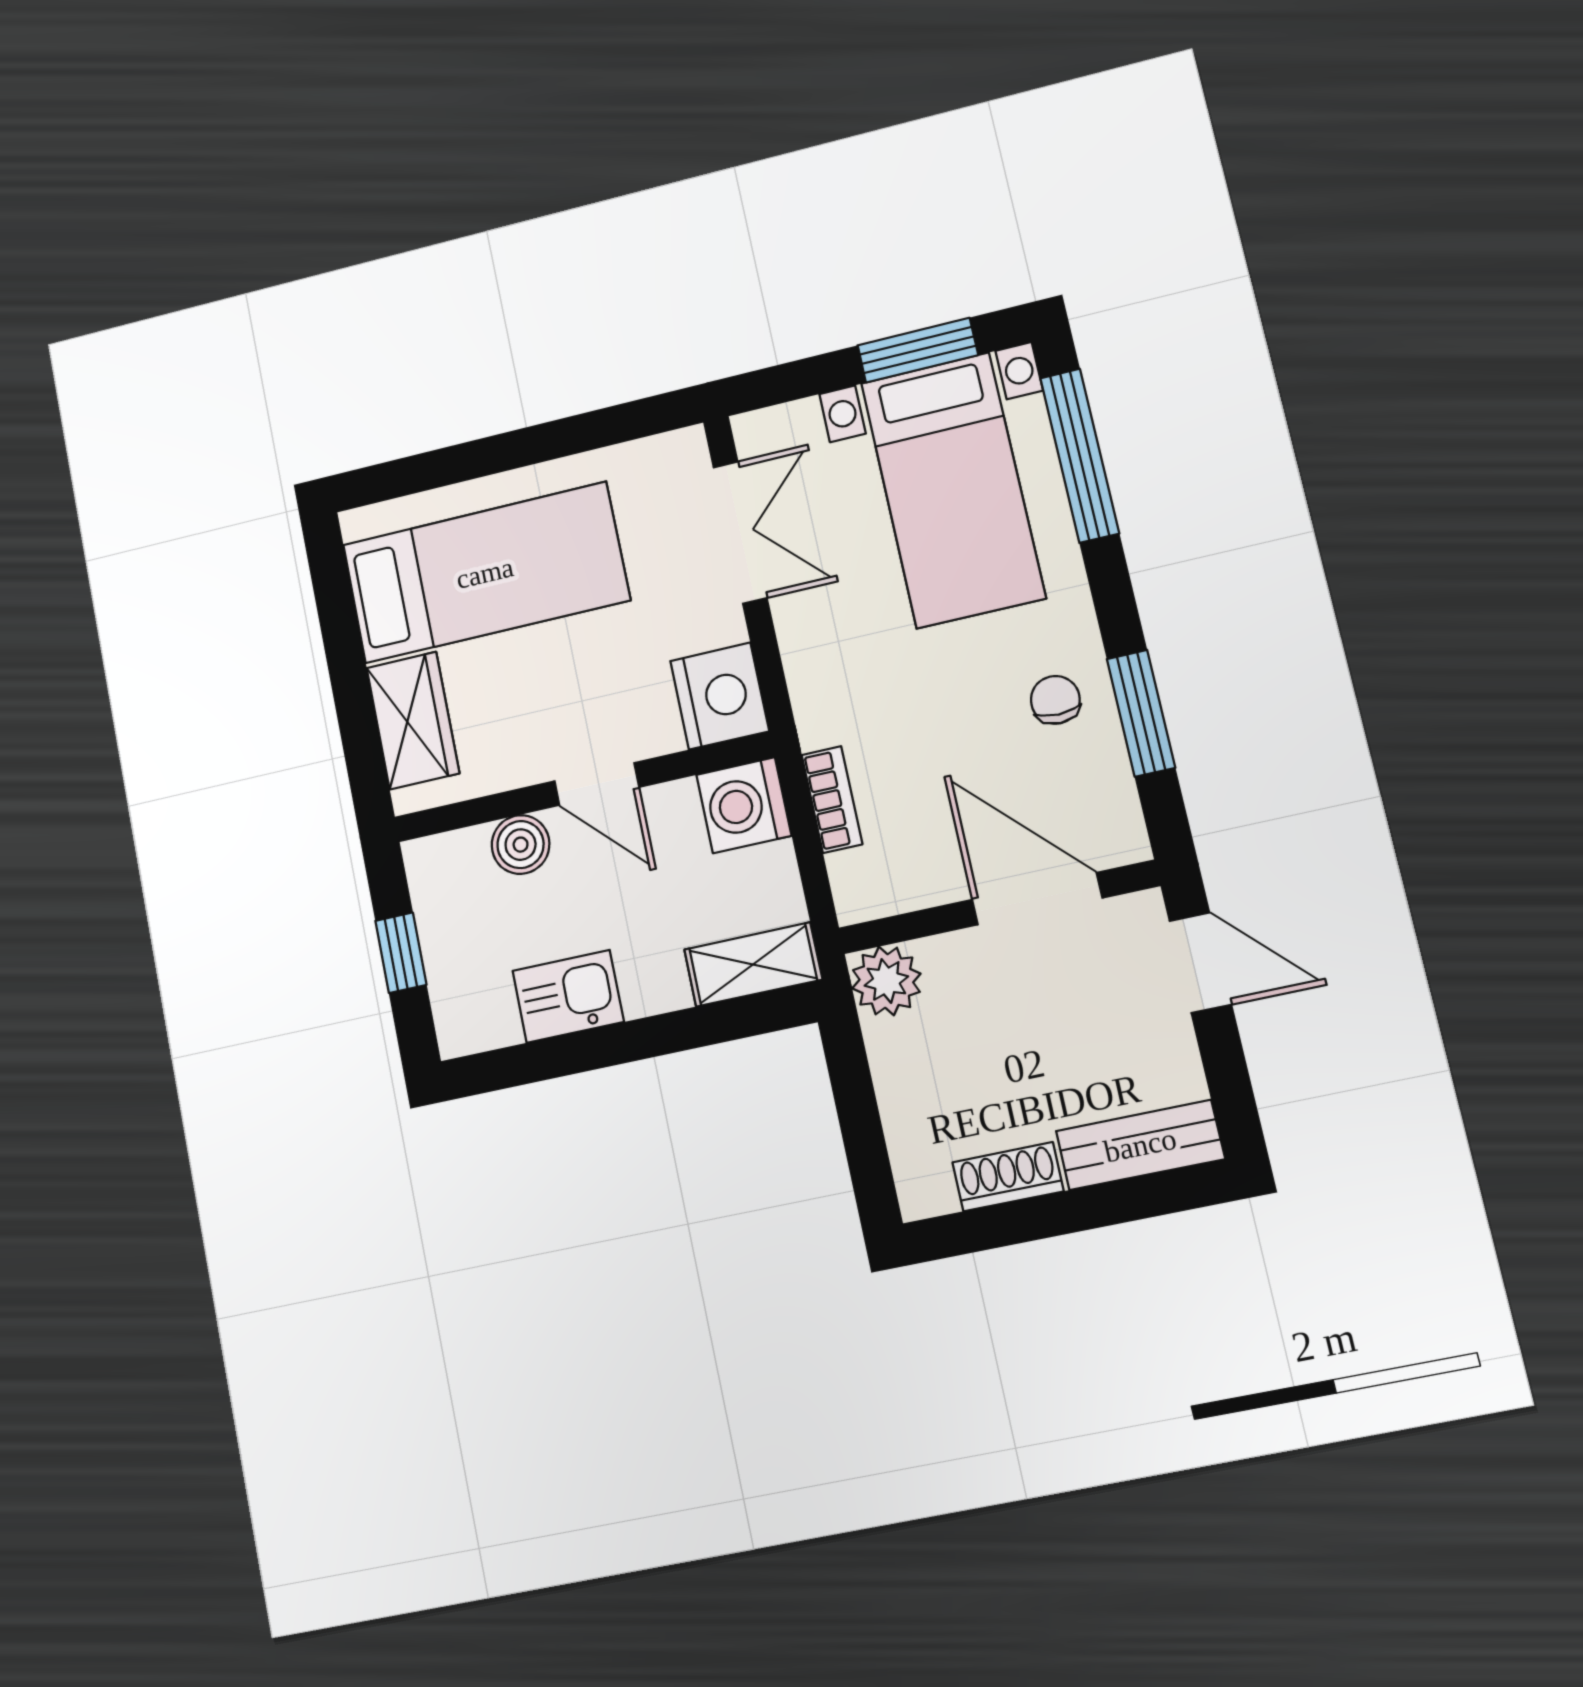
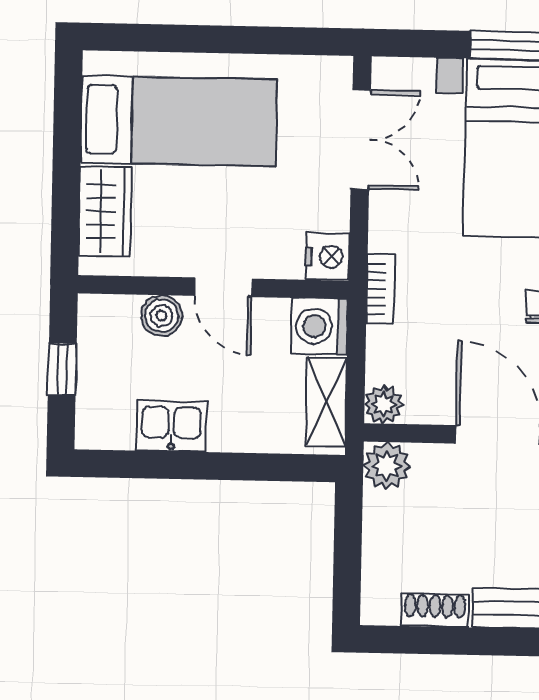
nightstand: (720, 696) -> (328, 257), width x0.74, depth x0.75
bookcase: (832, 799) -> (381, 289), moved
plant: (861, 894) -> (384, 404), added
shelving: (753, 964) -> (326, 402), moved, turned 90

